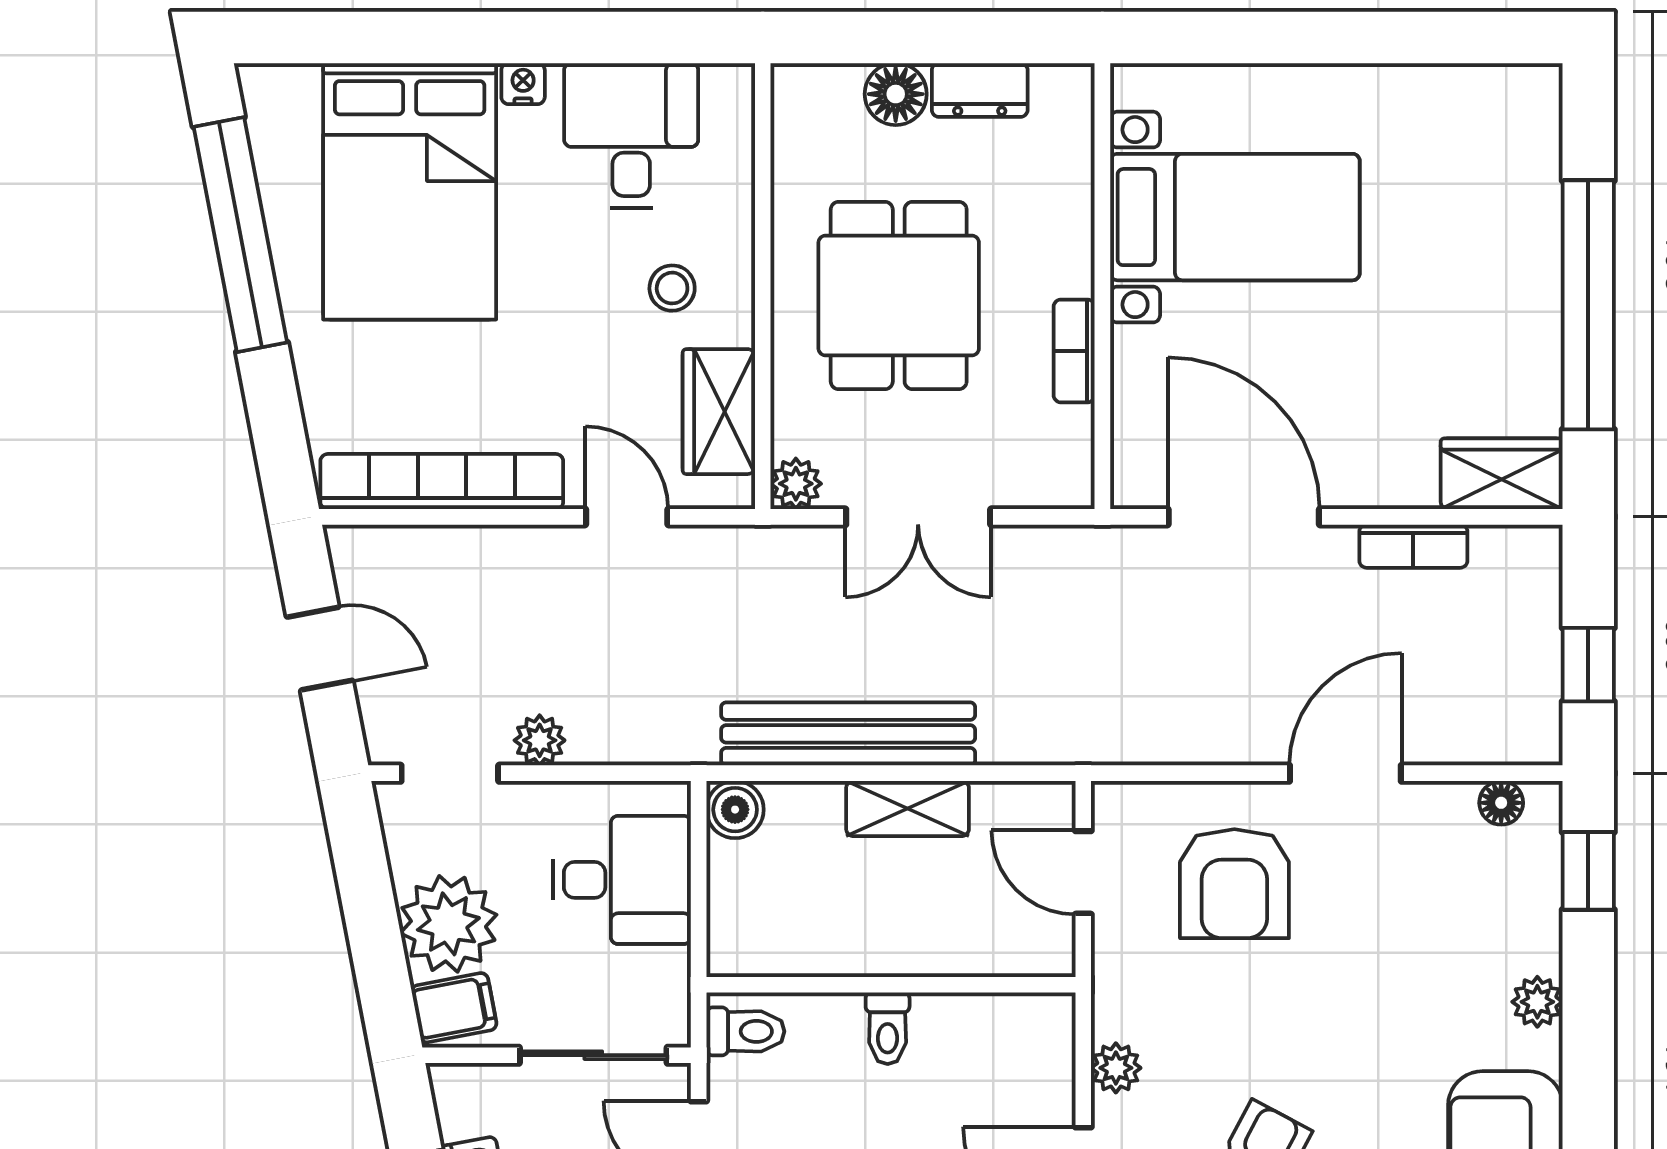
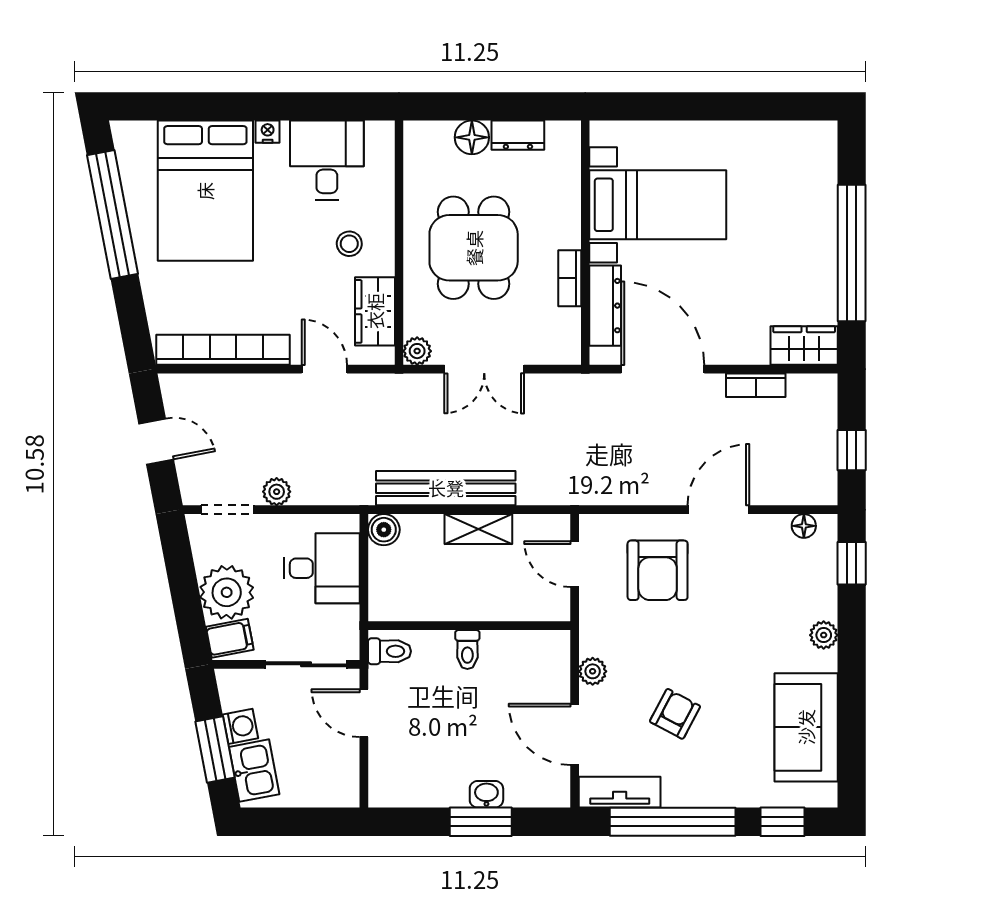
dresser: (1139, 401) -> (605, 306), added

